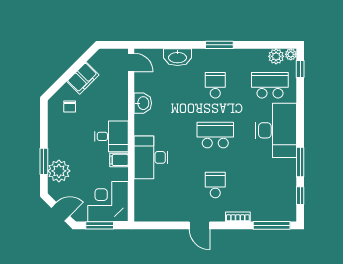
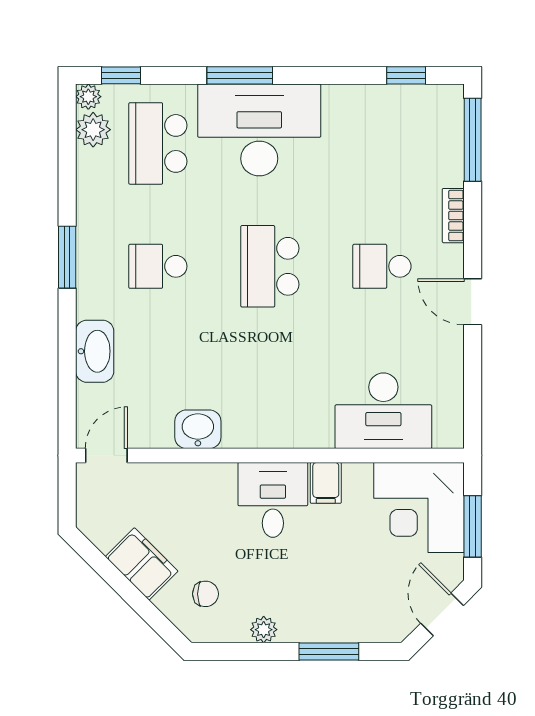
desk: (151, 157) -> (383, 411), moved
window: (300, 162) -> (240, 75), moved
plant: (59, 171) -> (264, 630), moved, width x0.53, depth x0.53
door: (200, 225) -> (473, 302), swing flipped

